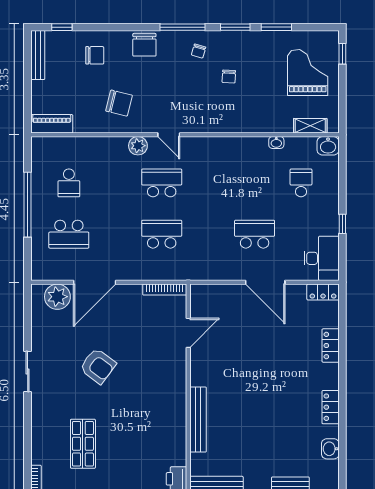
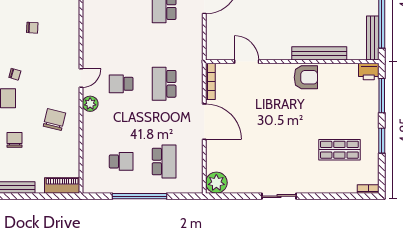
chair: (199, 51) -> (15, 74), moved
piano: (52, 124) -> (62, 185), moved, turned 90
school desk: (162, 183) -> (121, 84), width x0.54
door: (95, 282) -> (204, 122), moved
plant: (57, 297) -> (216, 183), moved
armchair: (98, 366) -> (306, 77), moved, turned 53

